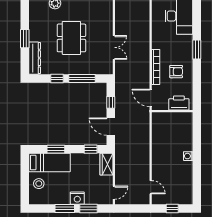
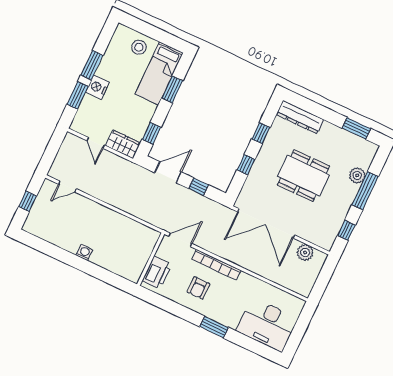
plant: (121, 13) -> (305, 252), added
window: (25, 39) -> (356, 128), moved
double door: (114, 47) -> (266, 223), width x1.87
window: (82, 78) -> (246, 165), width x0.46
door: (114, 193) -> (96, 143), moved

